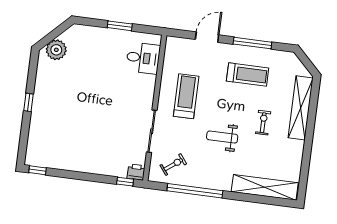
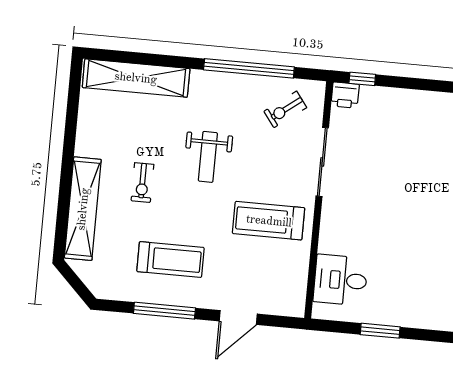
treadmill: (248, 75) -> (170, 260), turned 180
treadmill: (186, 96) -> (269, 221), turned 90
weight bench: (222, 137) -> (208, 157), turned 90

